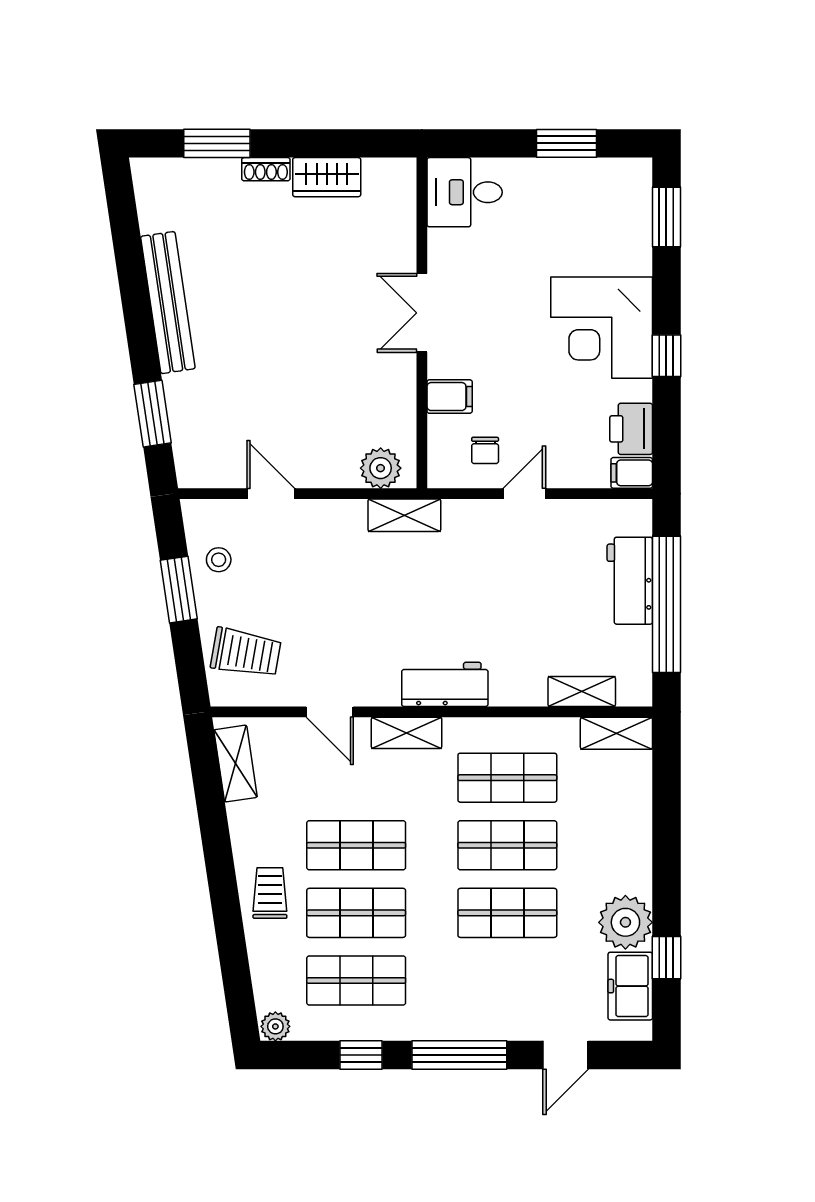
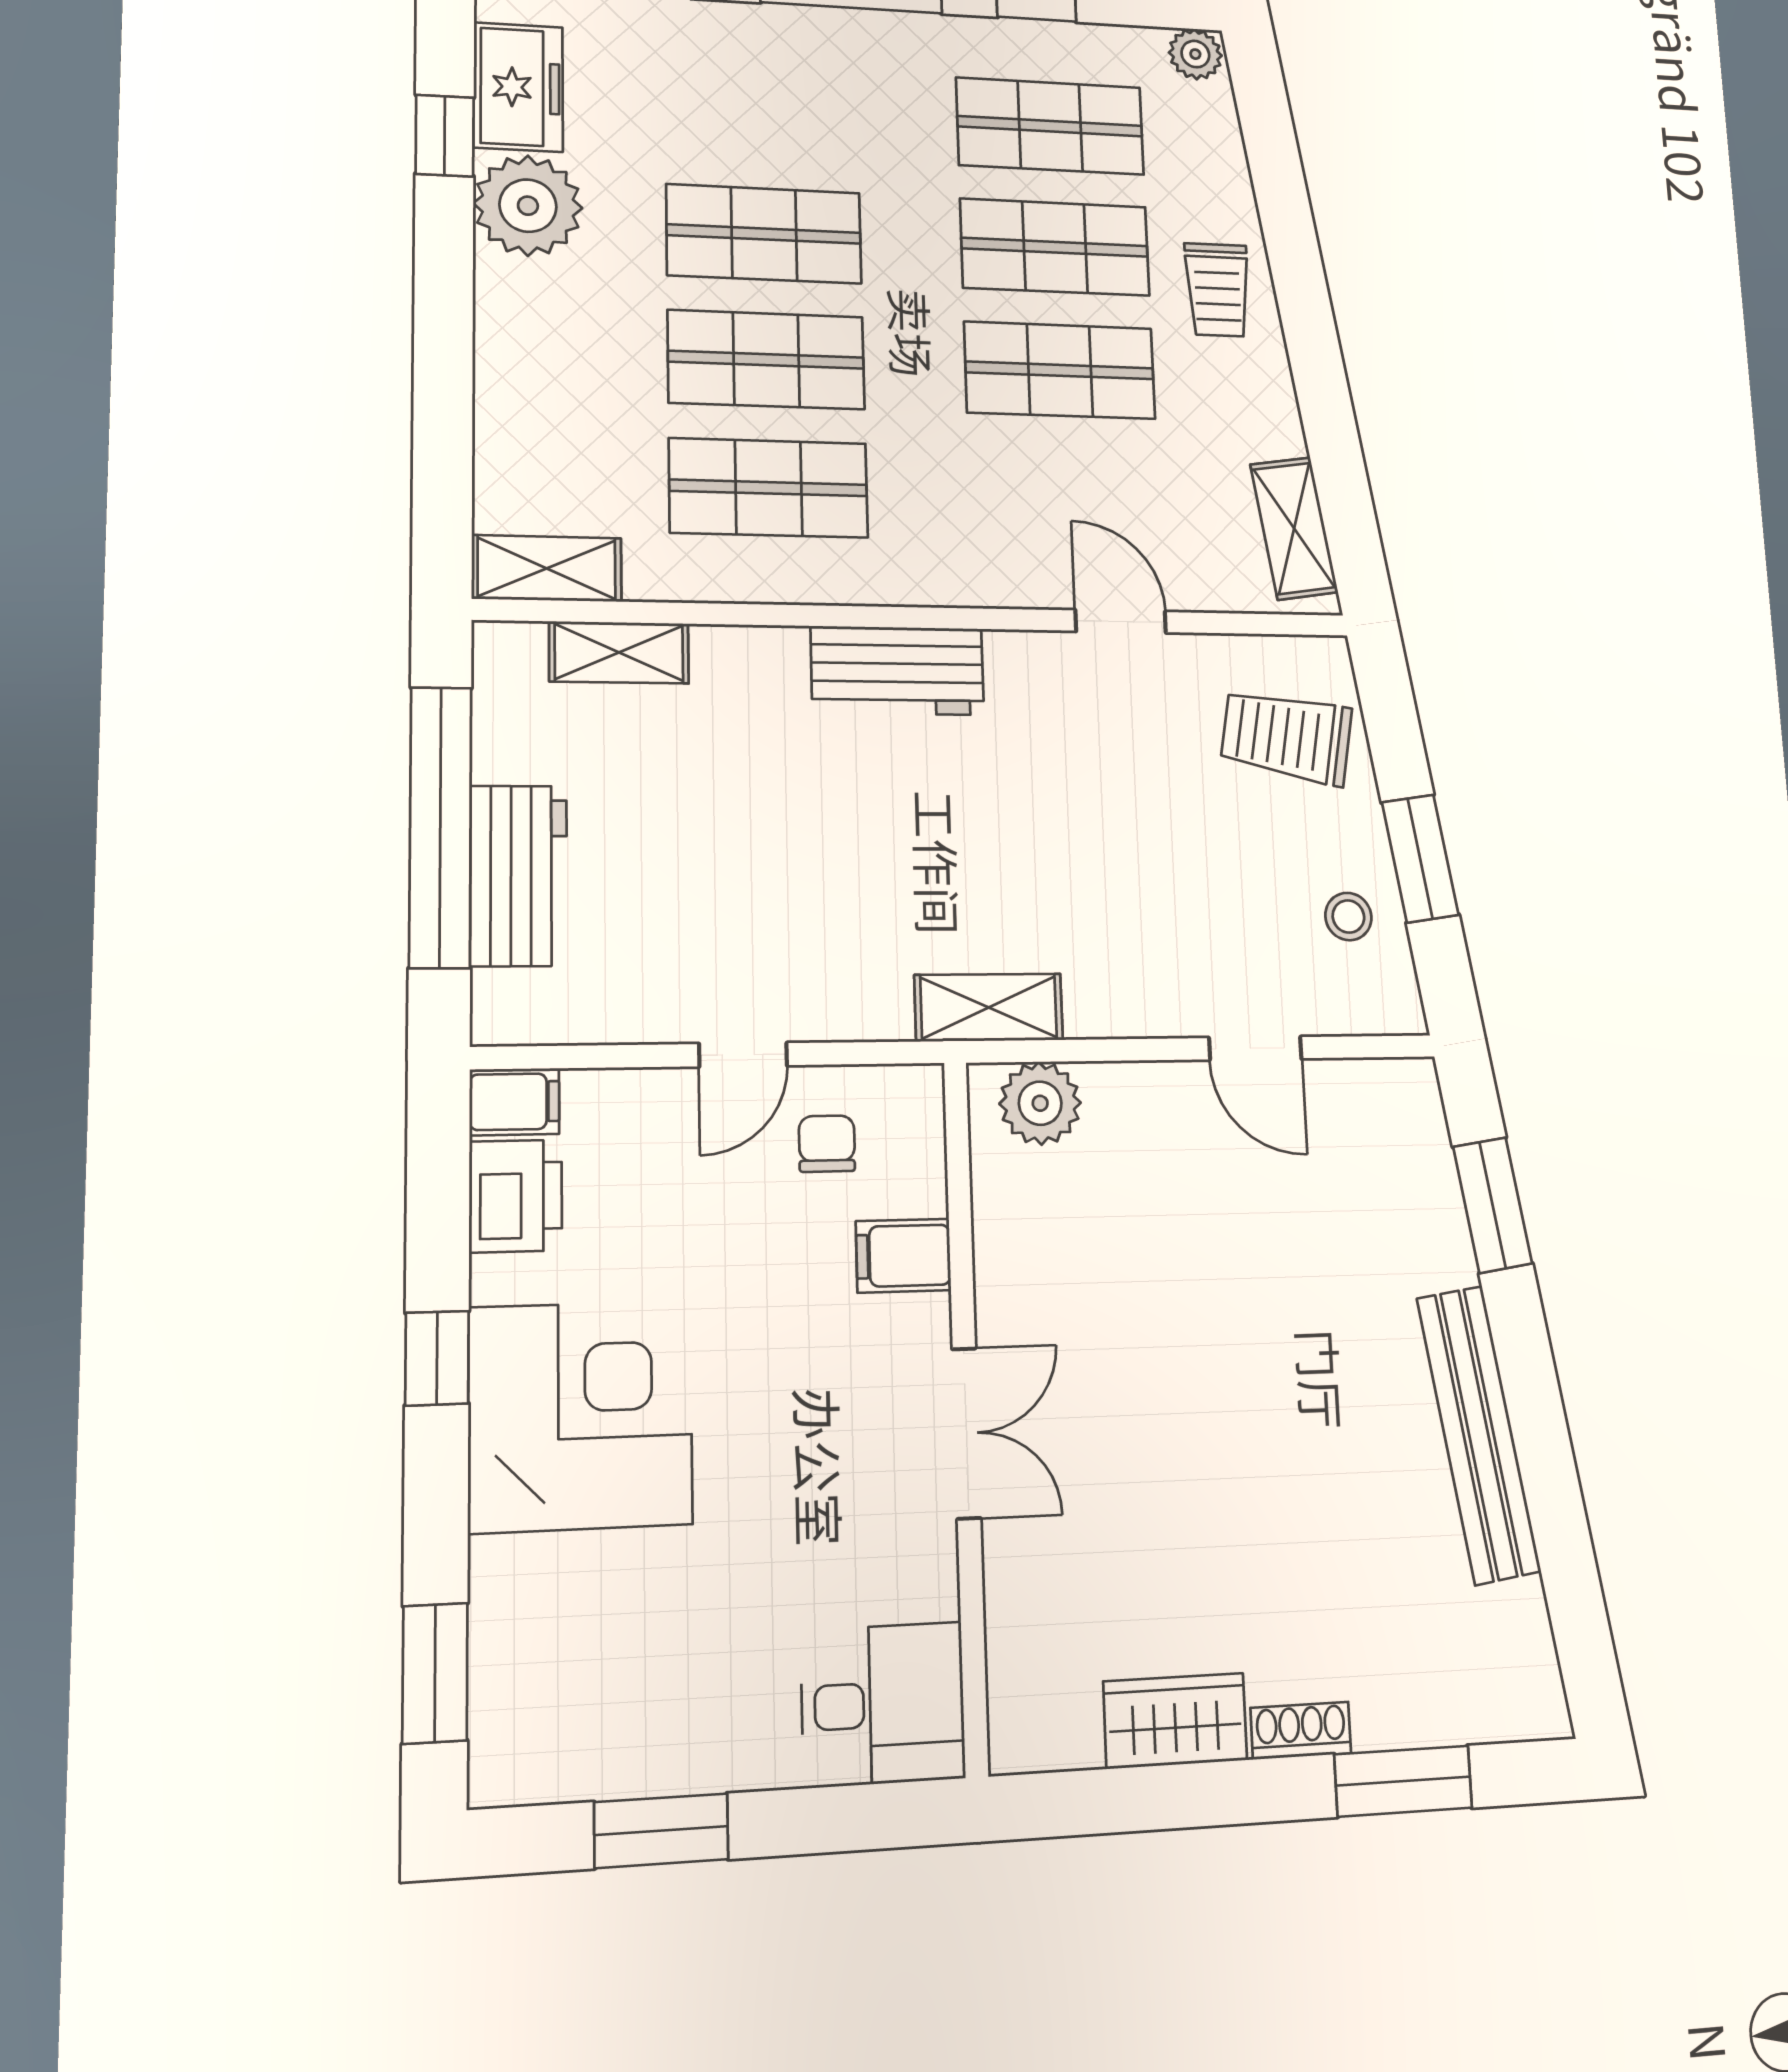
shelving: (407, 733) -> (970, 578), removed

